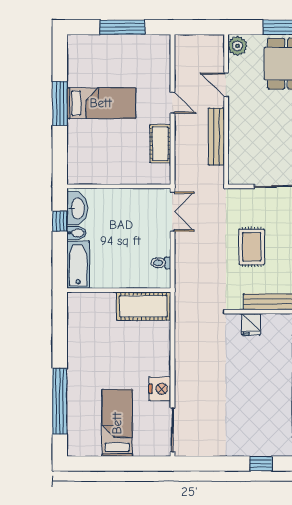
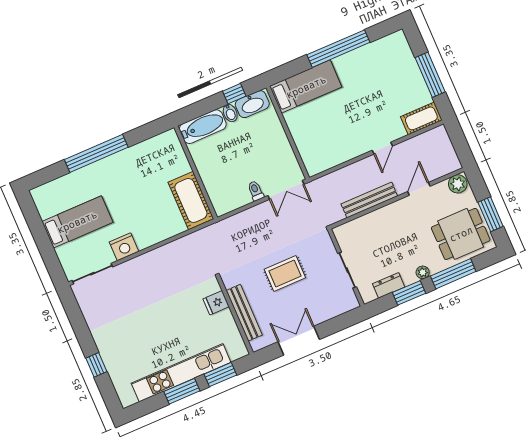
bed: (101, 103) -> (306, 87), moved, turned -90
window: (60, 104) -> (338, 49), width x1.46
cot: (160, 144) -> (421, 118), moved
toilet: (161, 263) -> (256, 191), moved
window: (60, 401) -> (96, 153), moved

